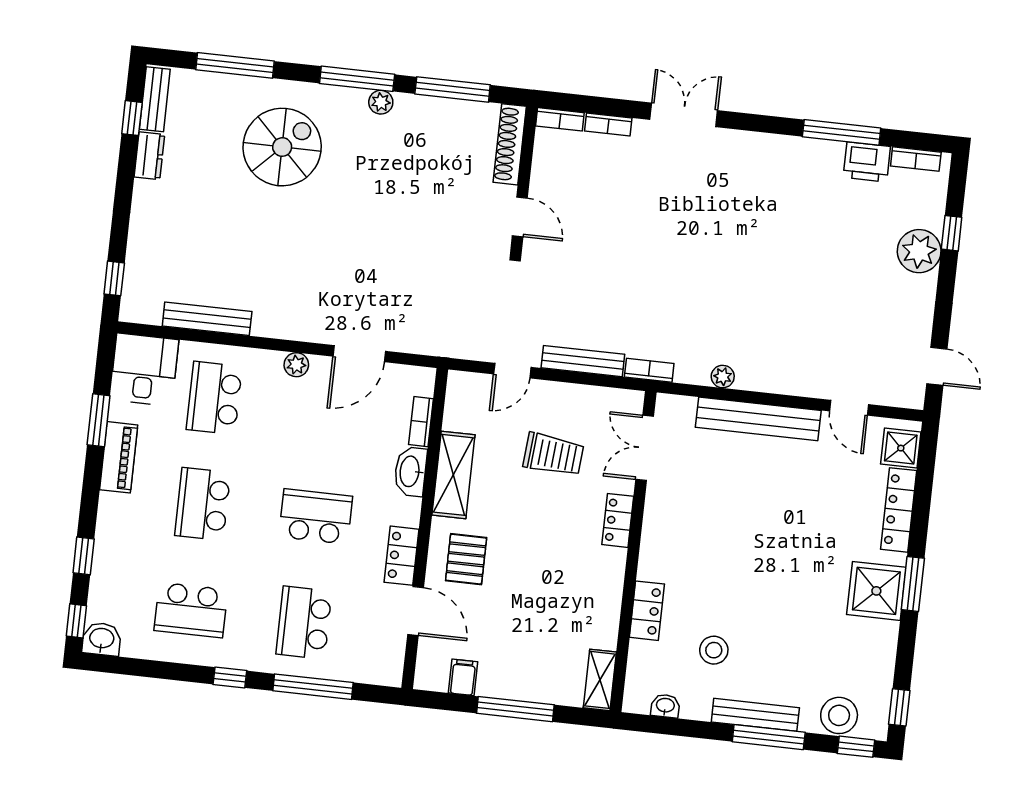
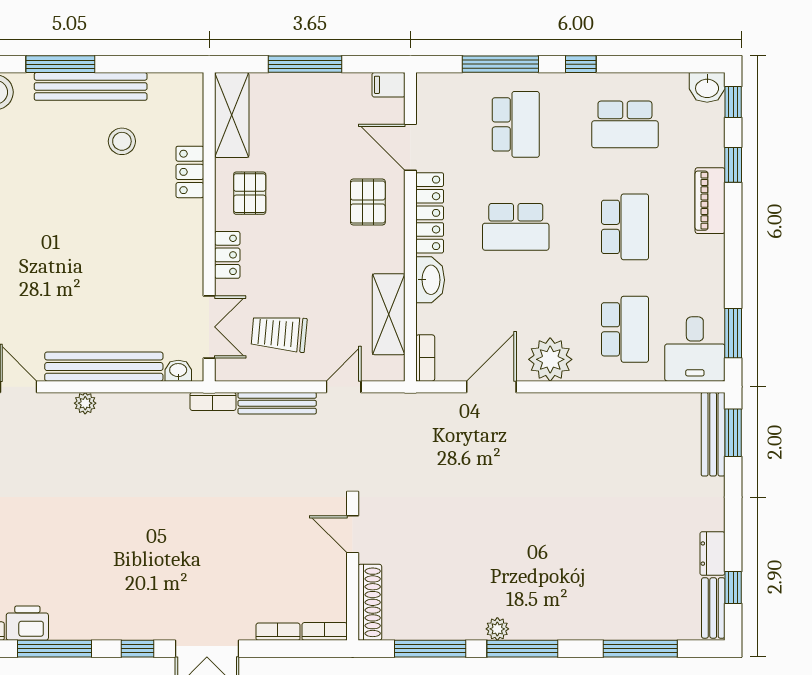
window: (756, 123) -> (138, 649), added
spiral stairs: (282, 147) -> (587, 576), removed
window: (114, 278) -> (733, 433), width x1.50
bench: (207, 319) -> (713, 434), moved, turned 90
plant: (296, 365) -> (550, 359), width x1.88, depth x1.88
plant: (723, 377) -> (85, 403), moved
window: (99, 420) -> (733, 333), moved
bookcase: (421, 422) -> (425, 358), moved
trolley: (553, 455) -> (279, 333), moved
piano: (119, 457) -> (710, 201), moved
shelving: (453, 475) -> (389, 314), moved
locker: (402, 556) -> (430, 213), width x1.53
pallet: (587, 582) -> (250, 193), added
school desk: (191, 610) -> (625, 124), turned 180
filing cabinet: (463, 677) -> (388, 85), moved, turned 90
shelving: (600, 680) -> (232, 115), width x1.50, depth x1.33
washbasin: (665, 706) -> (178, 371), moved, turned 180
bench: (755, 715) -> (91, 86), width x1.37, depth x1.21

